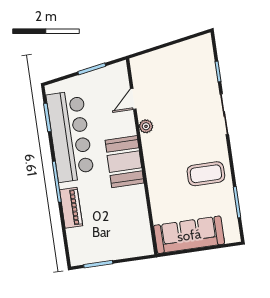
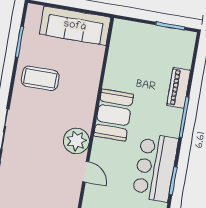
door: (133, 99) -> (86, 172), hinge flipped
plant: (146, 126) -> (76, 141), width x1.87, depth x1.87
bar counter: (70, 136) -> (155, 168), width x0.73

